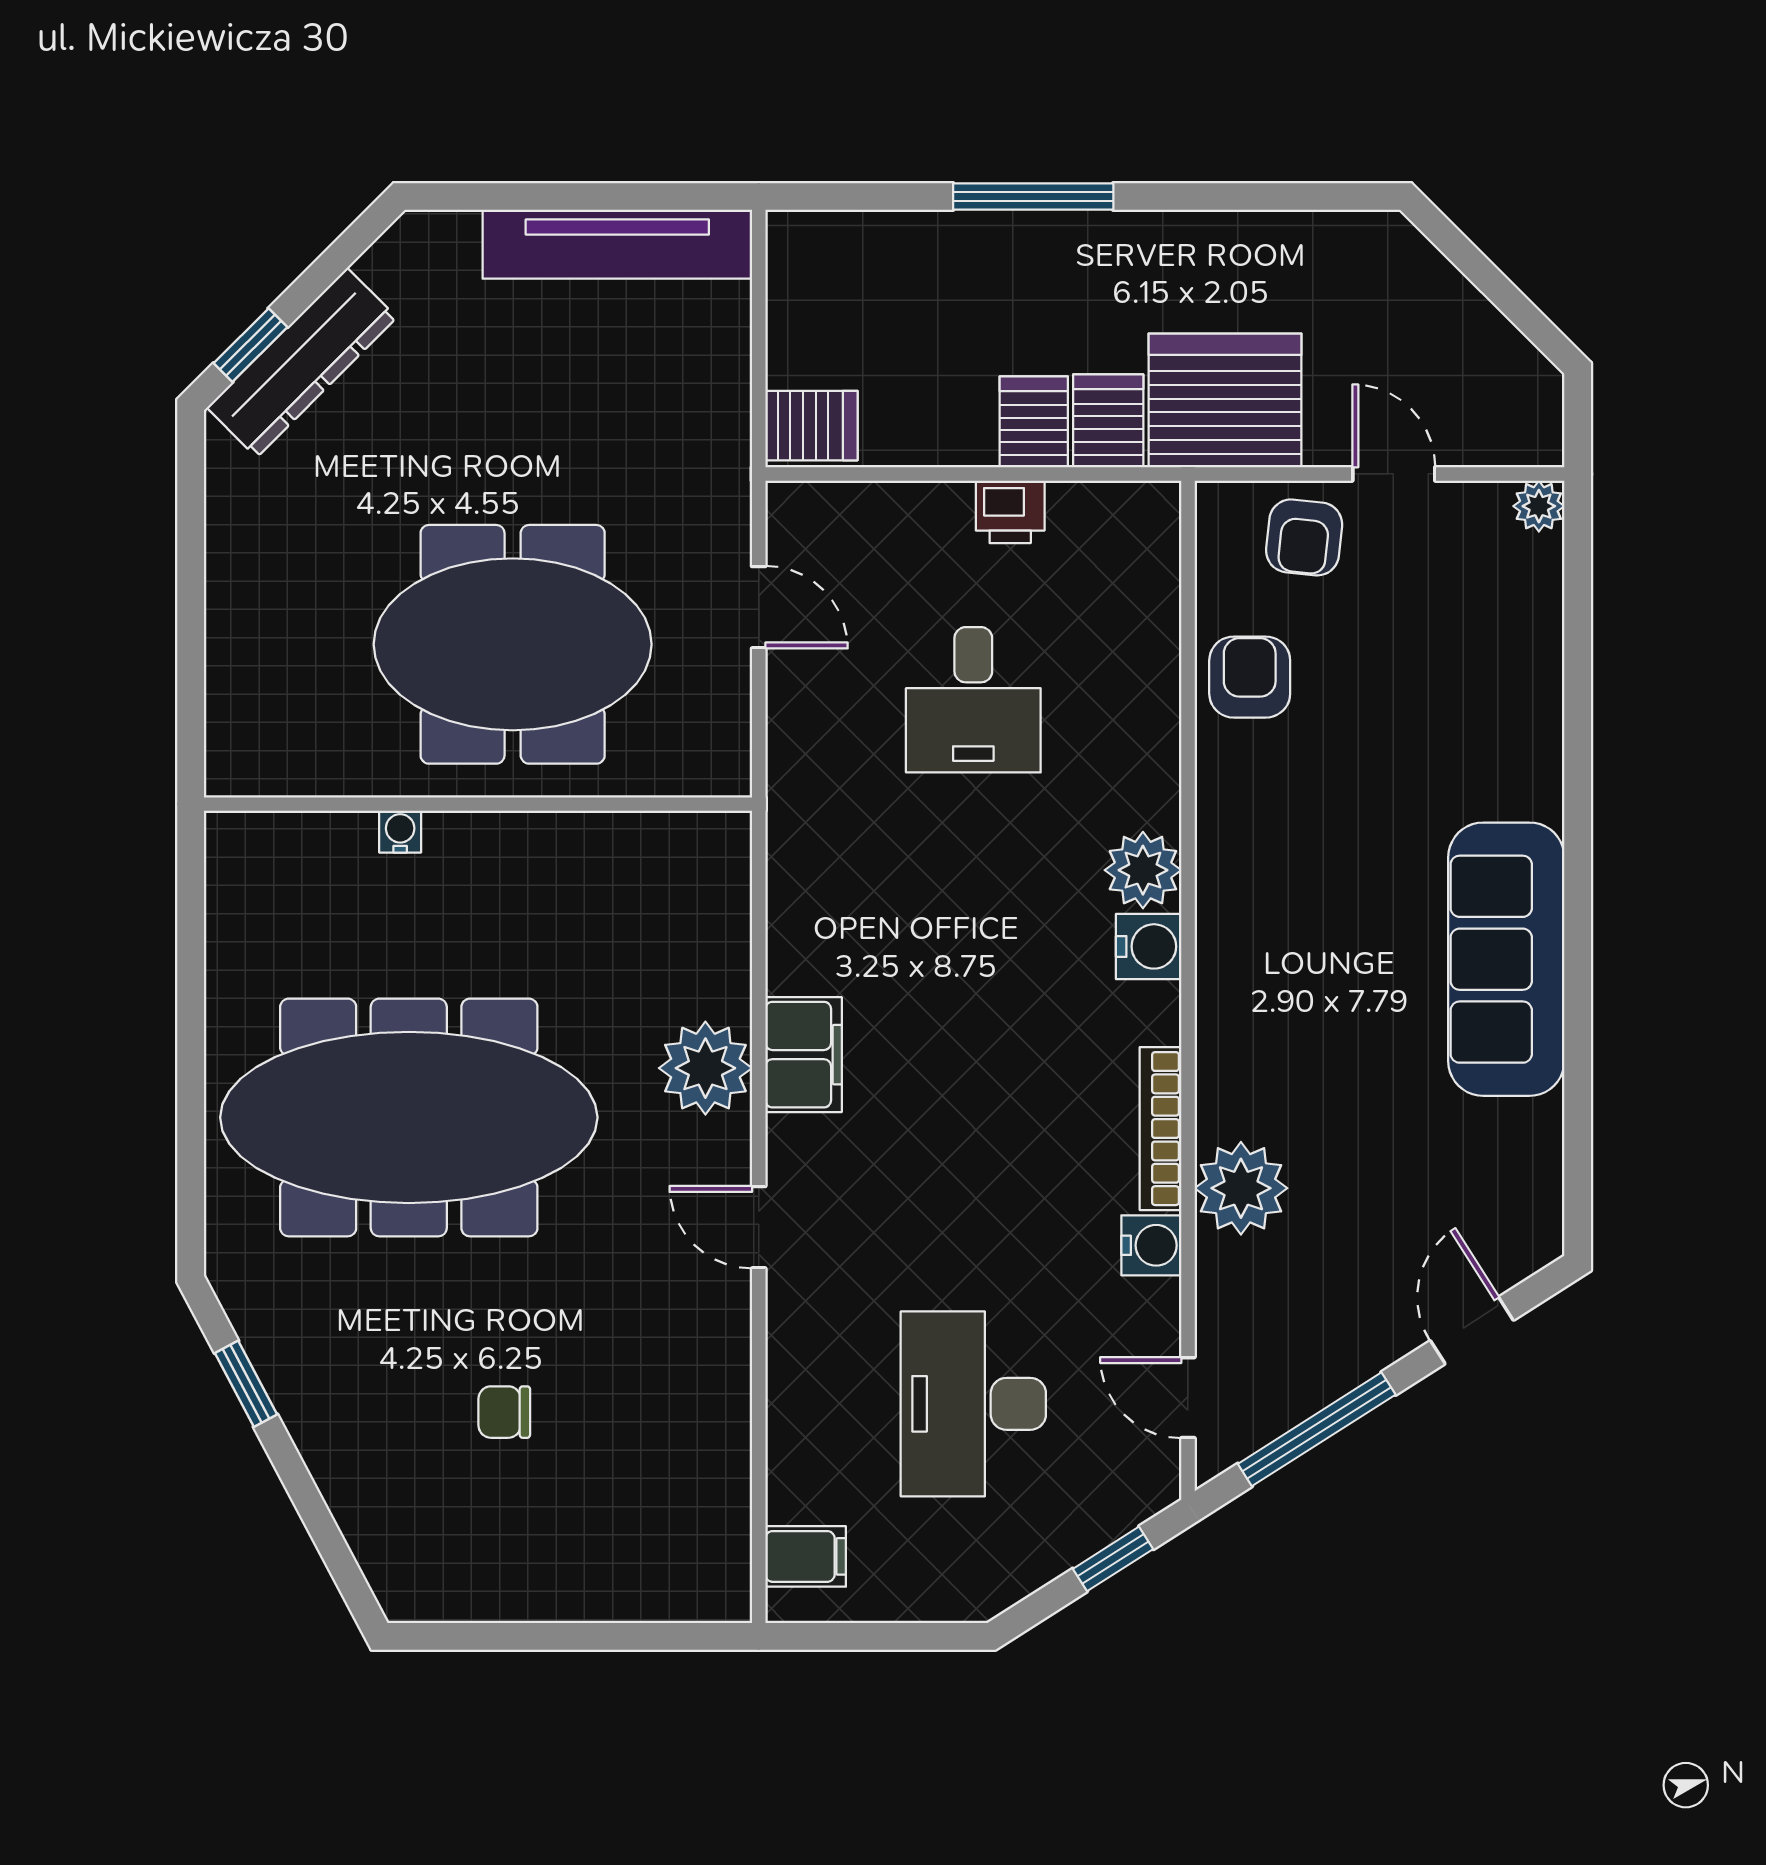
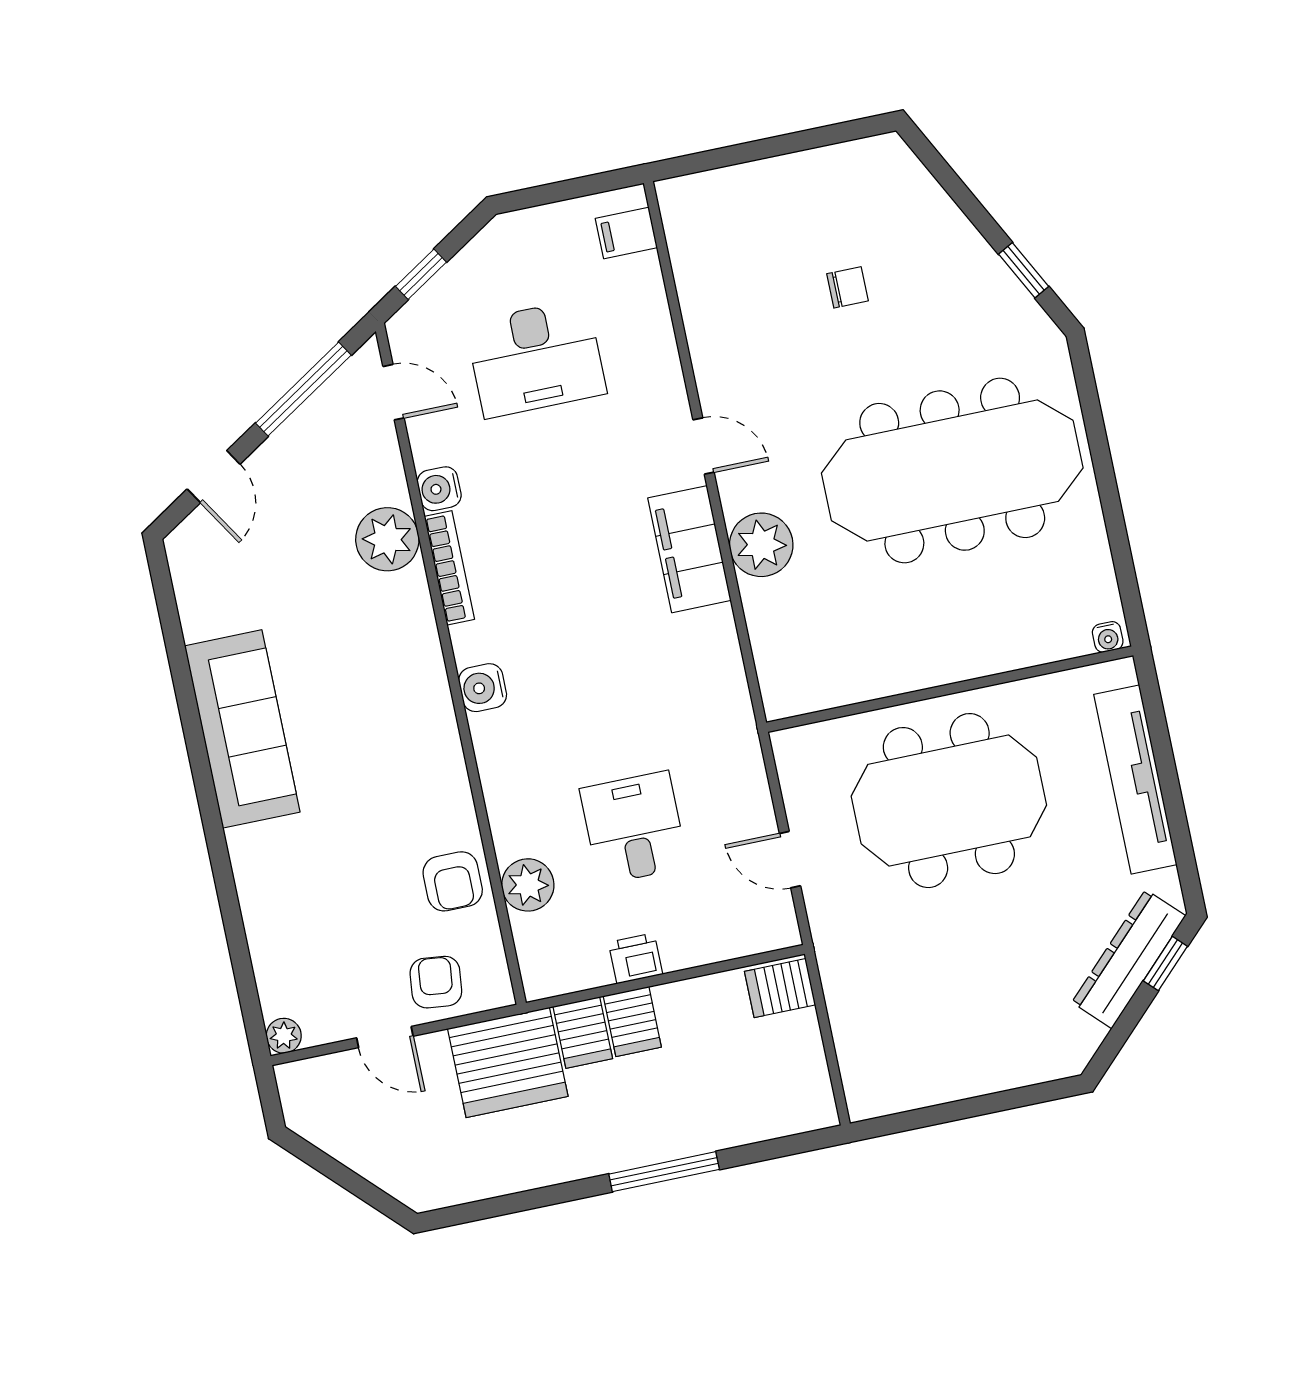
tv unit: (617, 244) -> (1135, 779), moved, turned -90
water cooler: (400, 832) -> (1108, 637), moved
plant: (1143, 870) -> (528, 885), moved
filing cabinet: (804, 1055) -> (689, 549), width x1.50, depth x1.17
desk: (973, 1404) -> (536, 358), turned 90

